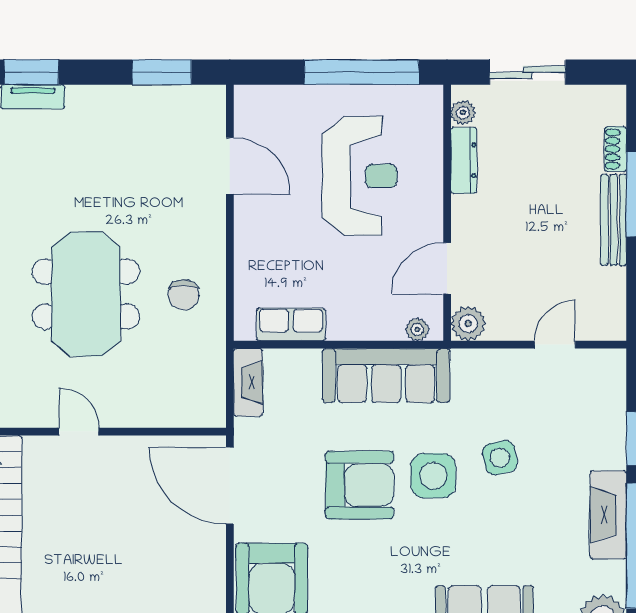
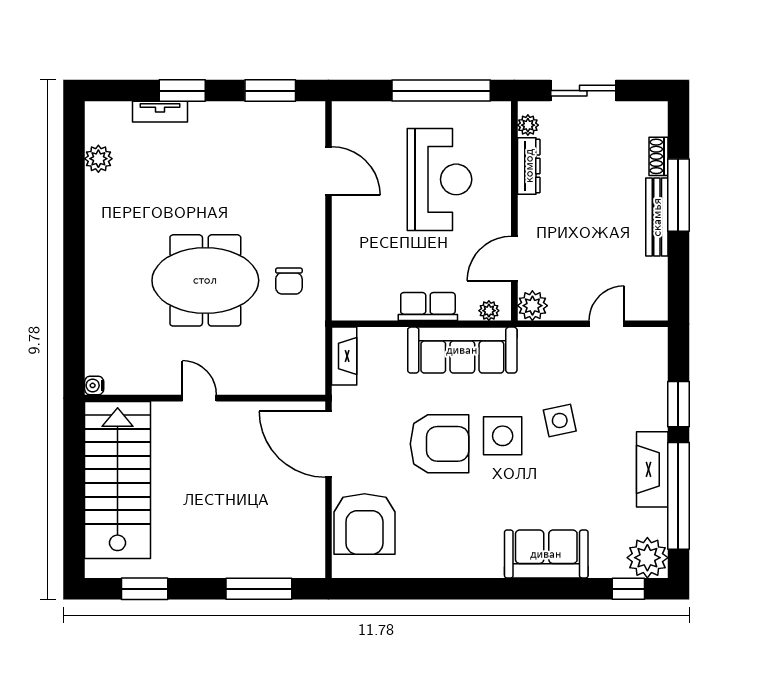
window: (31, 72) -> (182, 91), moved
meeting table: (86, 294) -> (205, 280), turned 90
row of seats: (291, 324) -> (428, 306), moved

